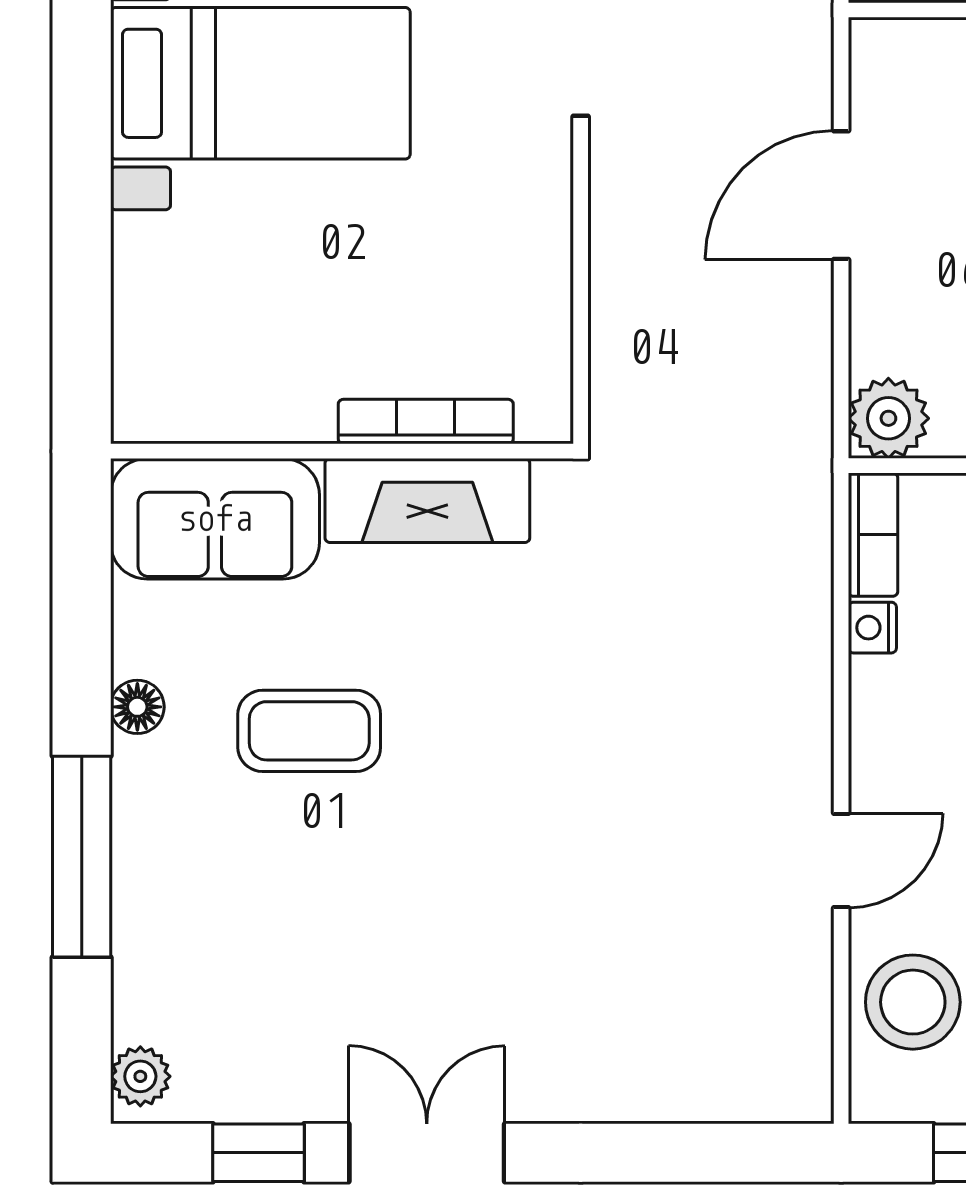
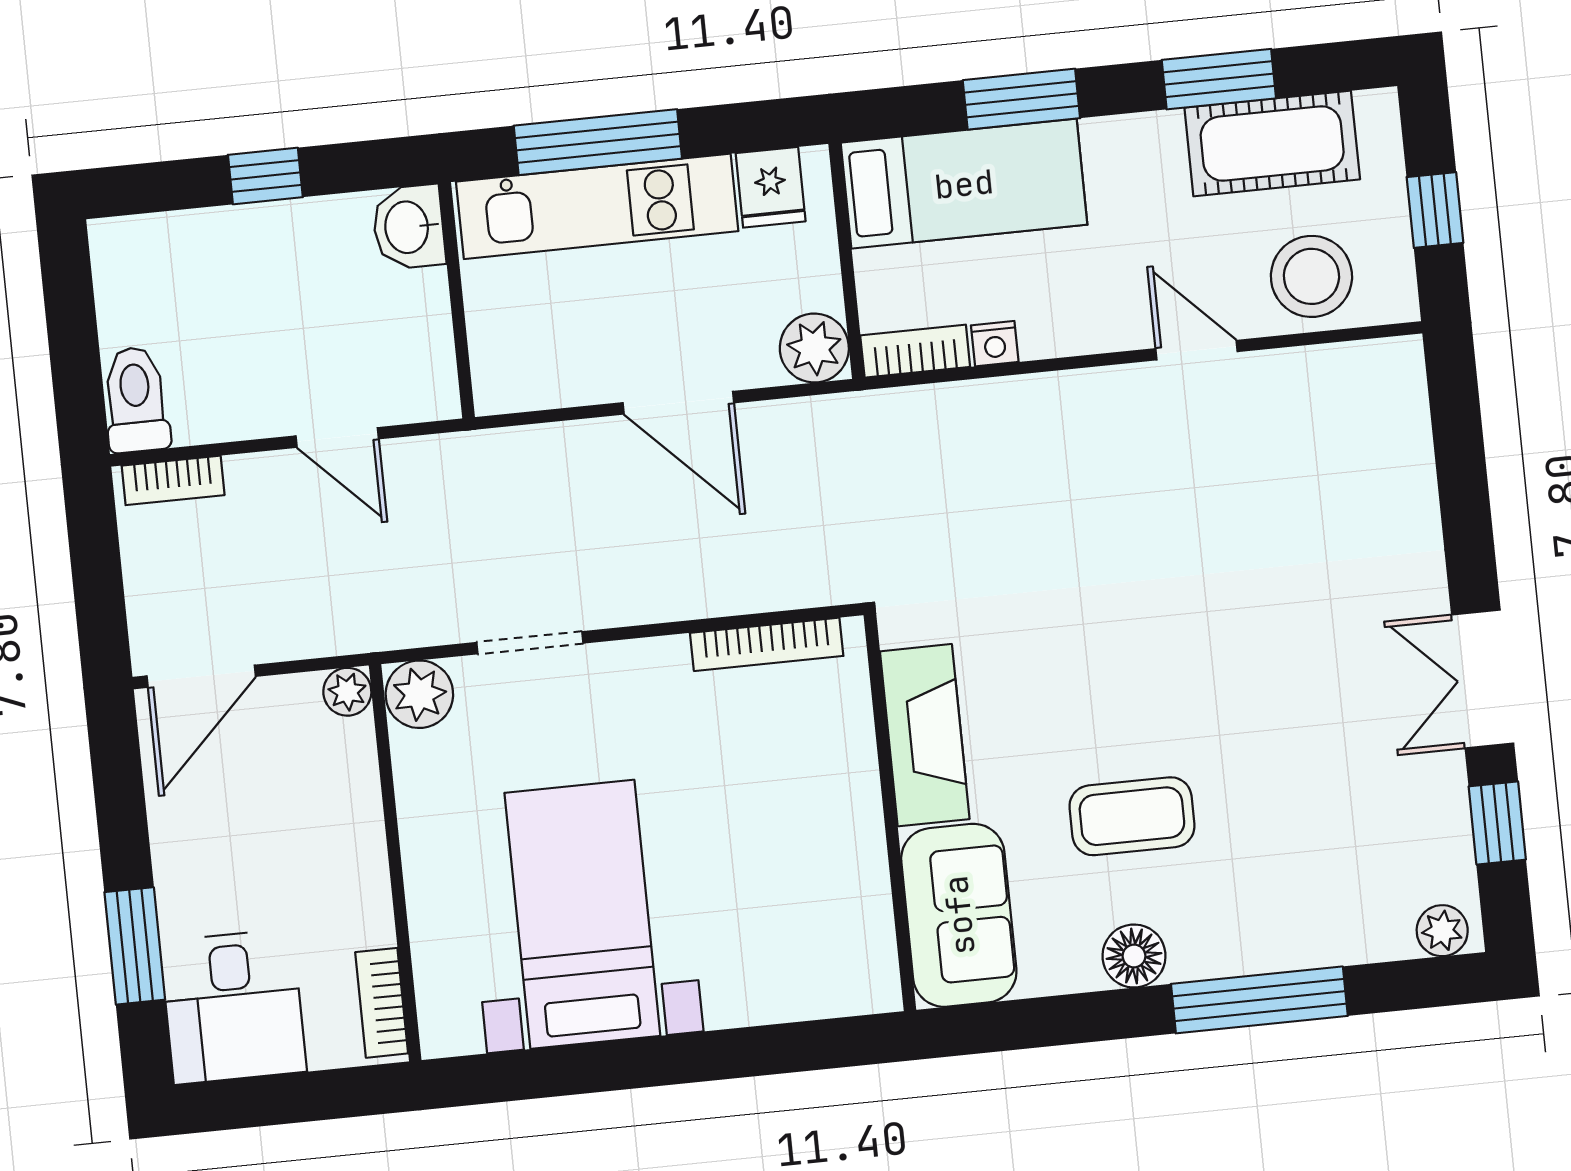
door: (841, 195) -> (678, 403), moved
bookcase: (426, 422) -> (767, 644), moved, turned -90
floor lamp: (137, 707) -> (1134, 956), width x1.37, depth x1.37
coffee table: (309, 731) -> (1132, 816), turned 90

